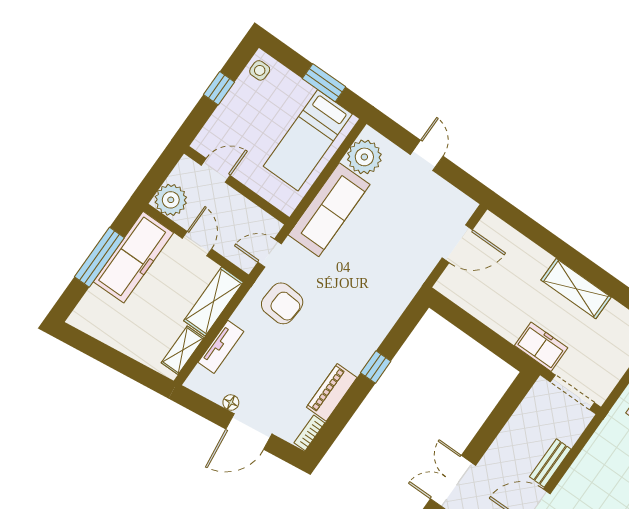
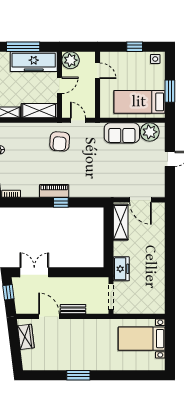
sofa: (329, 210) -> (122, 133), width x0.73
shelving: (576, 289) -> (121, 222), moved
tv unit: (221, 347) -> (21, 128), removed
piano: (332, 392) -> (54, 191), moved

